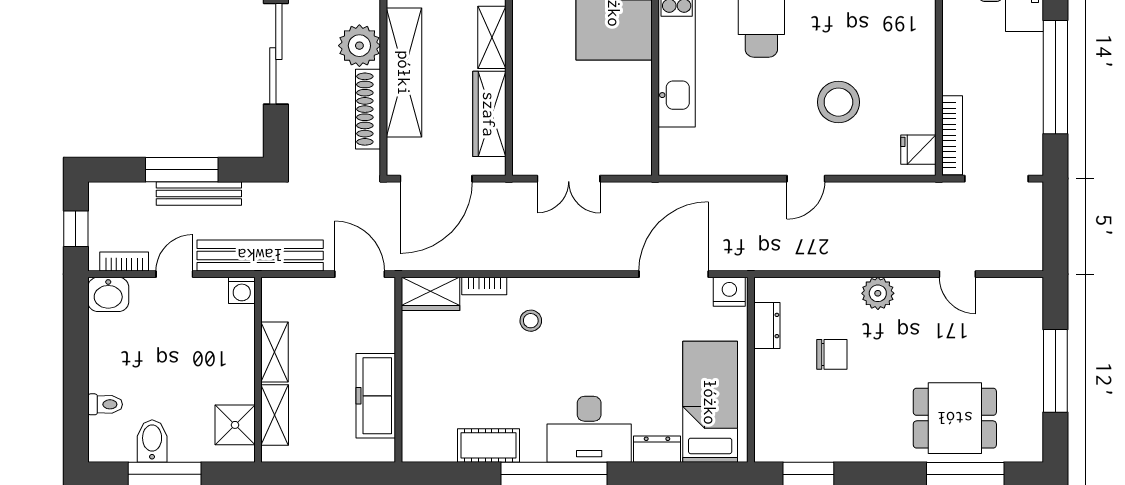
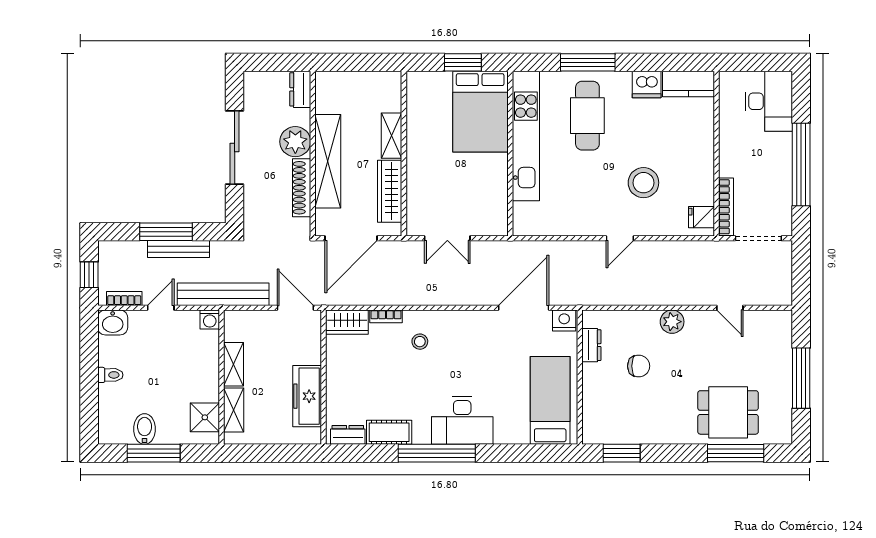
toilet: (105, 404) -> (110, 375), moved
dresser: (657, 449) -> (348, 435), moved

